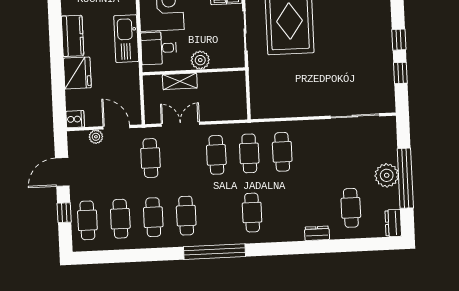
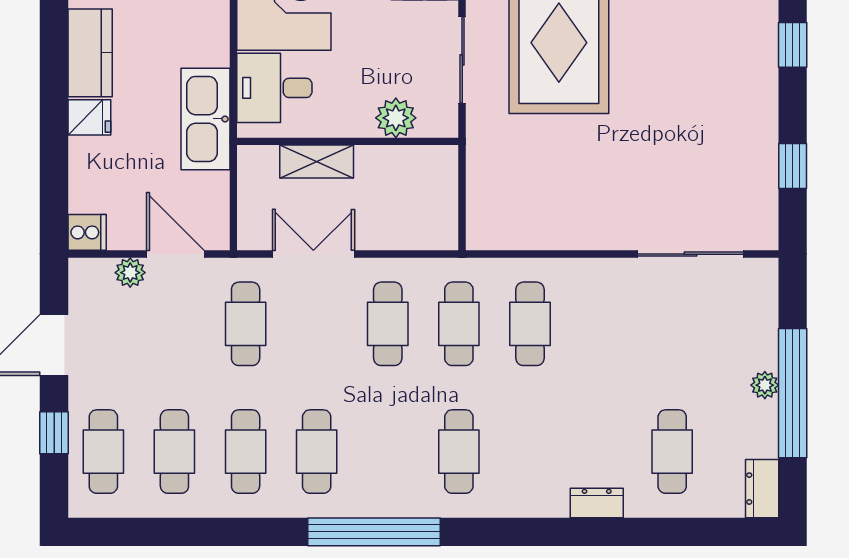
kitchen sink: (126, 39) -> (205, 119), moved
window: (399, 40) -> (793, 45), moved
plant: (200, 60) -> (396, 118), moved
fridge: (77, 73) -> (89, 117), width x0.53, depth x0.75
plant: (387, 175) -> (765, 385), width x0.53, depth x0.53

